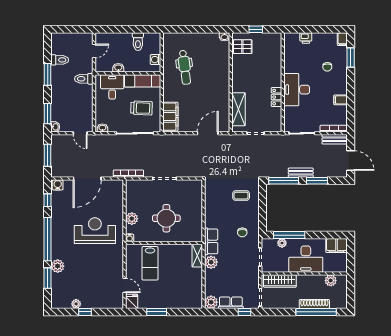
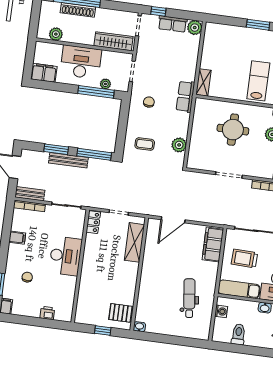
locker: (277, 97) -> (93, 222), moved
bench: (301, 173) -> (68, 160), width x1.36
plant: (211, 262) -> (179, 145), moved

